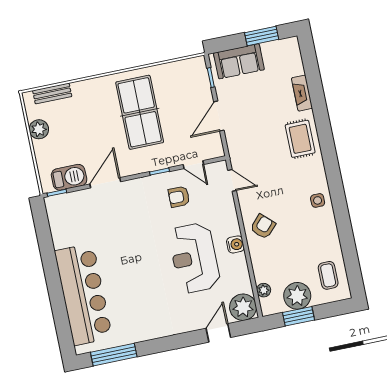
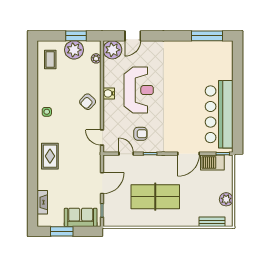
fireplace: (302, 93) -> (42, 202), moved
table tennis table: (140, 112) -> (155, 197), turned 90
bar counter: (83, 294) -> (219, 114), moved

